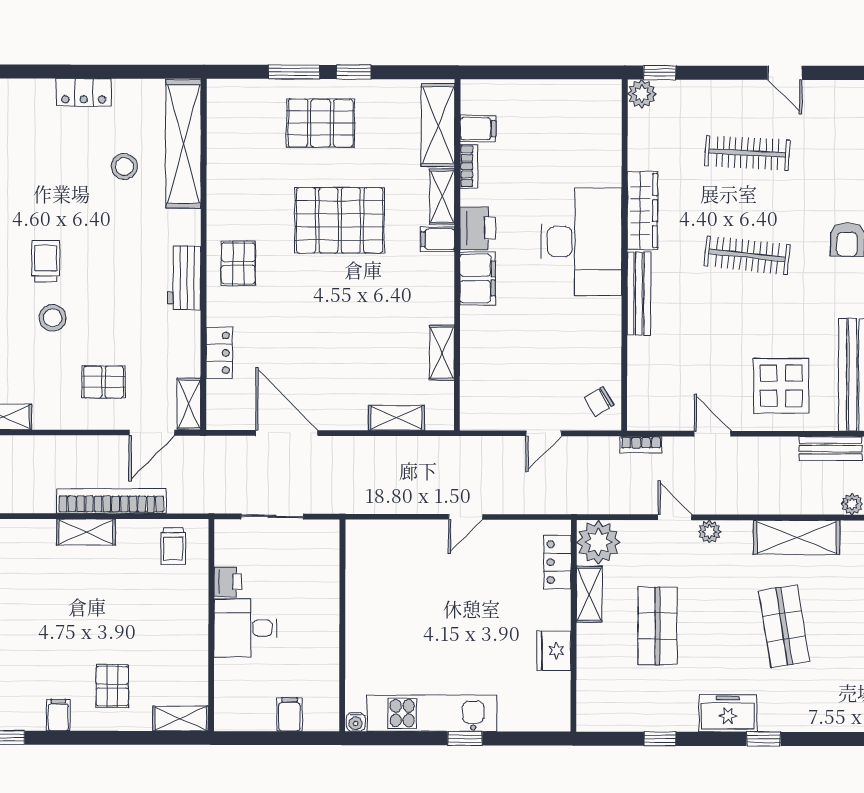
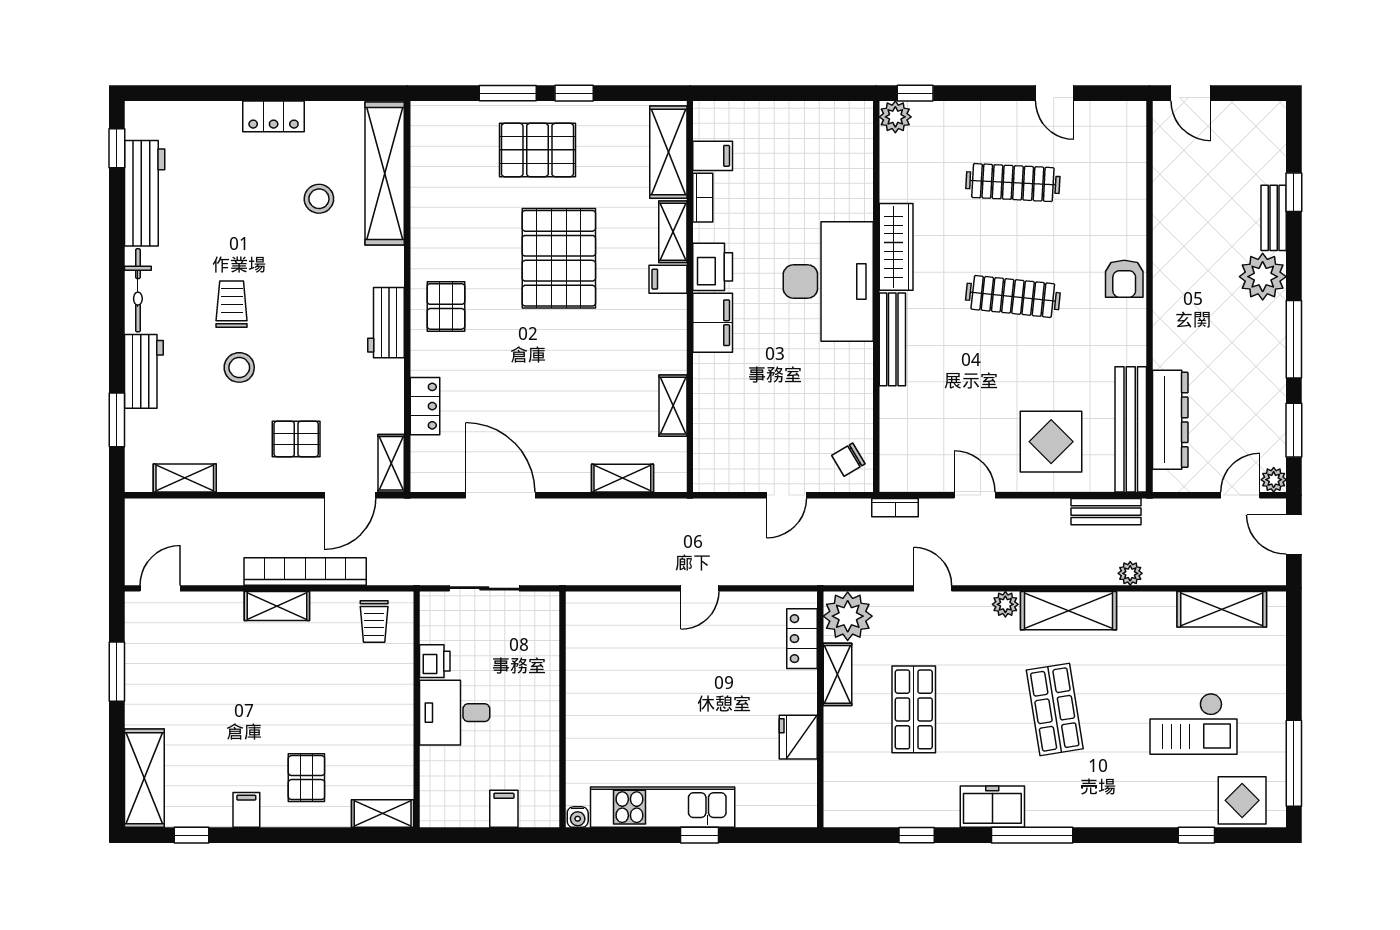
pallet: (340, 220) -> (559, 258), turned 90
plant: (709, 532) -> (1005, 604), moved
window: (764, 739) -> (1032, 835), width x2.17

